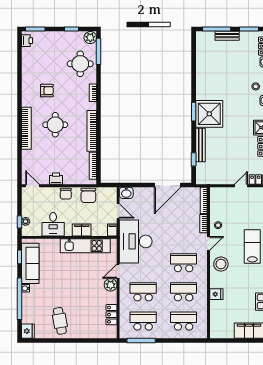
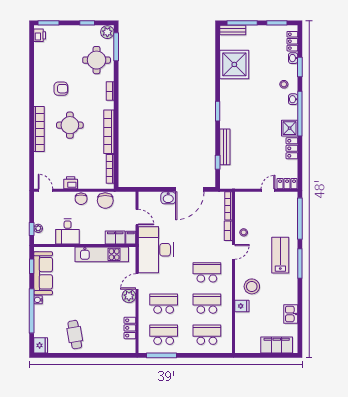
bench: (227, 36) -> (233, 30), moved
shower: (209, 114) -> (234, 64), moved
washbasin: (126, 193) -> (168, 198), moved
filing cabinet: (82, 230) -> (115, 237), moved
stool: (221, 264) -> (252, 286), moved

